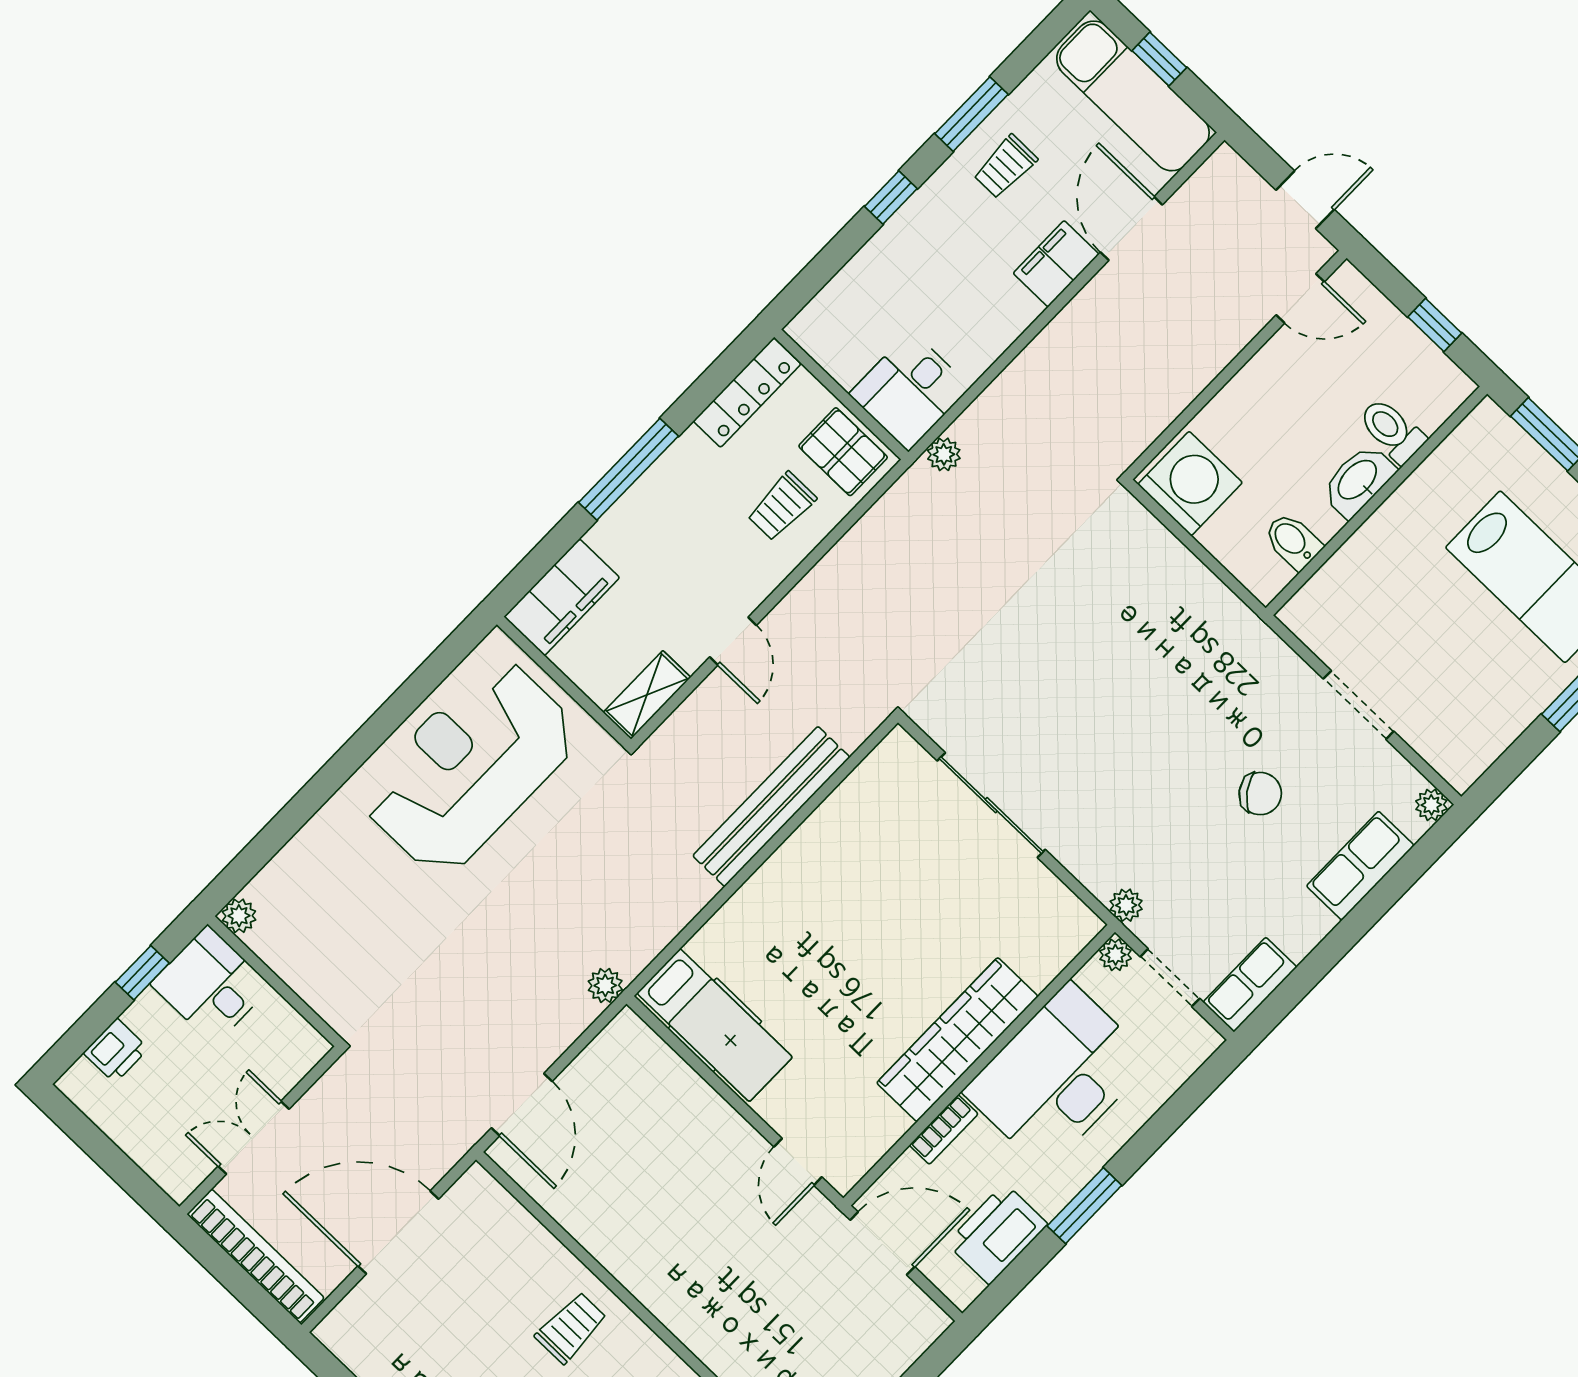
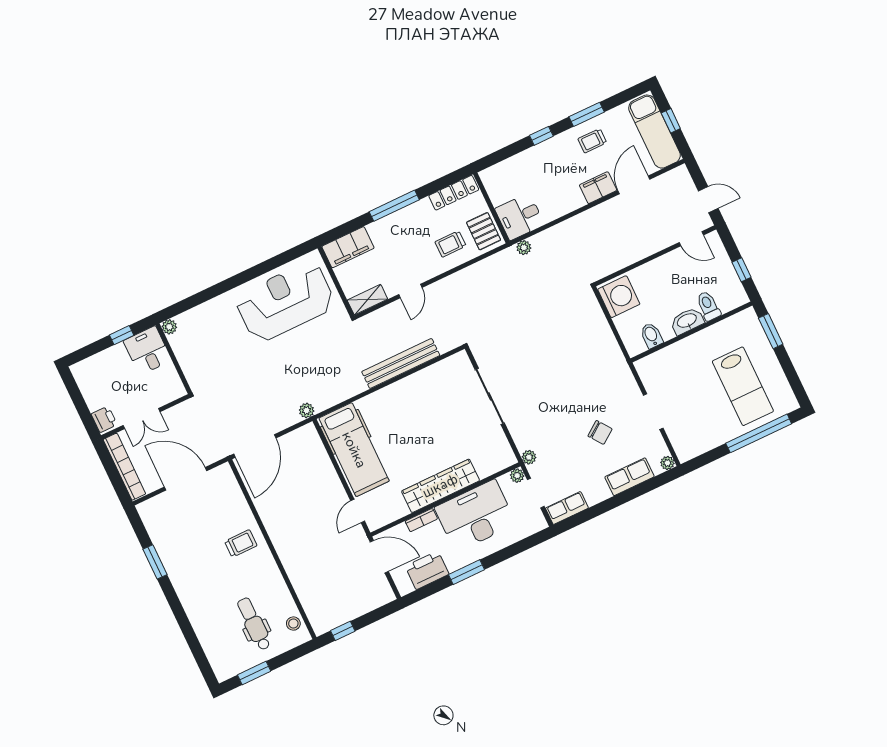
hospital bed: (715, 1025) -> (354, 450), width x1.37, depth x1.29
printer: (116, 1051) -> (104, 419), moved, turned -90
door: (522, 1105) -> (255, 446), width x1.36
double door: (254, 1138) -> (142, 419), swing flipped

